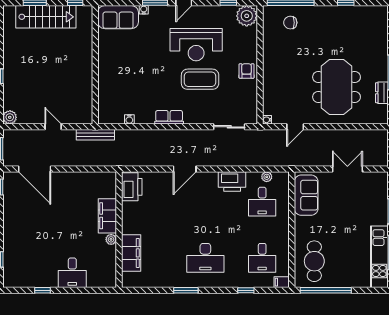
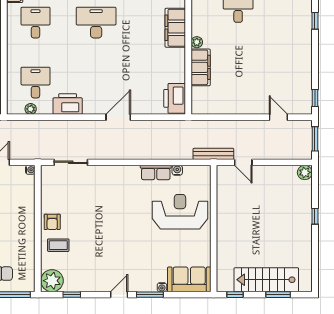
reception desk: (196, 45) -> (180, 212), moved
coffee table: (200, 79) -> (58, 245), moved, width x0.54, depth x0.58
row of seats: (169, 117) -> (156, 172), moved
door: (53, 127) -> (243, 162), moved
door: (35, 169) -> (278, 117), width x0.53

